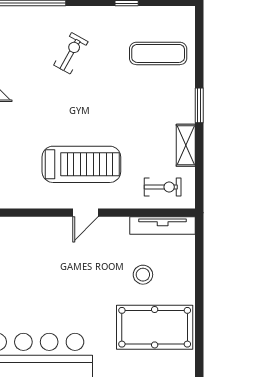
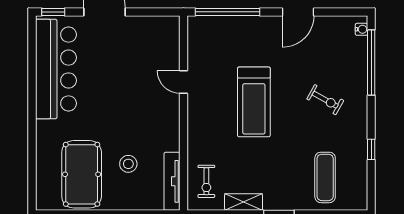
treadmill: (81, 164) -> (254, 102), moved
door: (85, 213) -> (184, 82), moved

